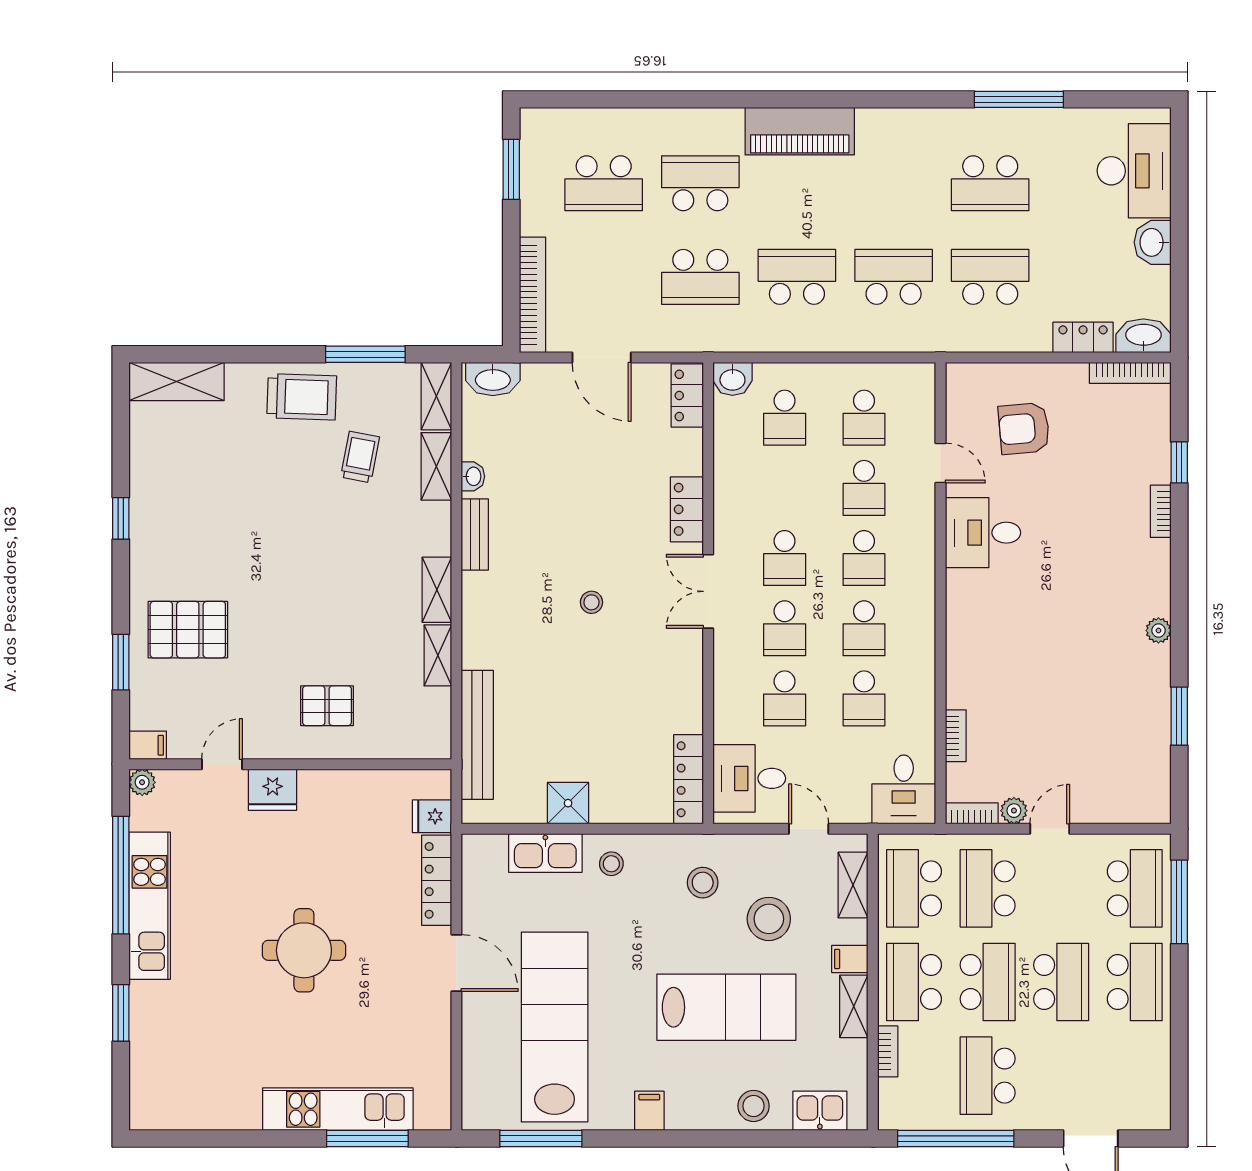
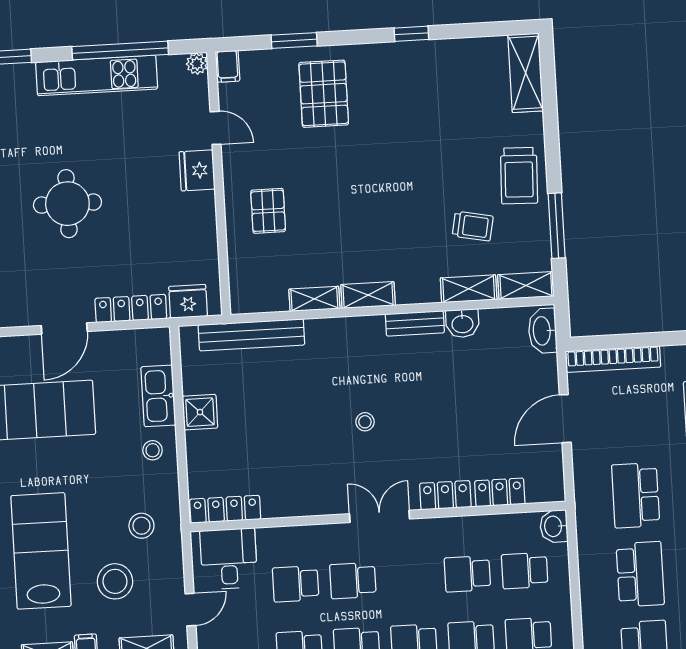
locker: (687, 395) -> (500, 492), moved
washbasin: (473, 476) -> (462, 323), width x1.38, depth x1.45
school desk: (785, 558) -> (467, 574), moved
fridge: (432, 816) -> (188, 301), width x1.38
lab bench: (726, 1007) -> (41, 551), turned 180

